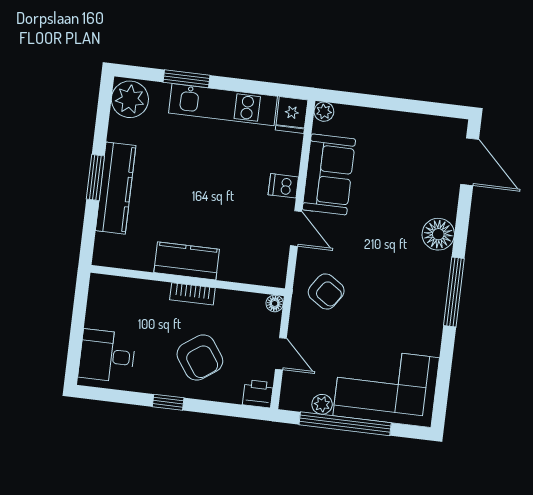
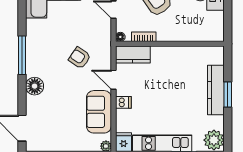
kitchen counter: (187, 261) -> (133, 55), moved
armchair: (326, 292) -> (80, 58), moved
bookcase: (192, 294) -> (144, 37), moved

